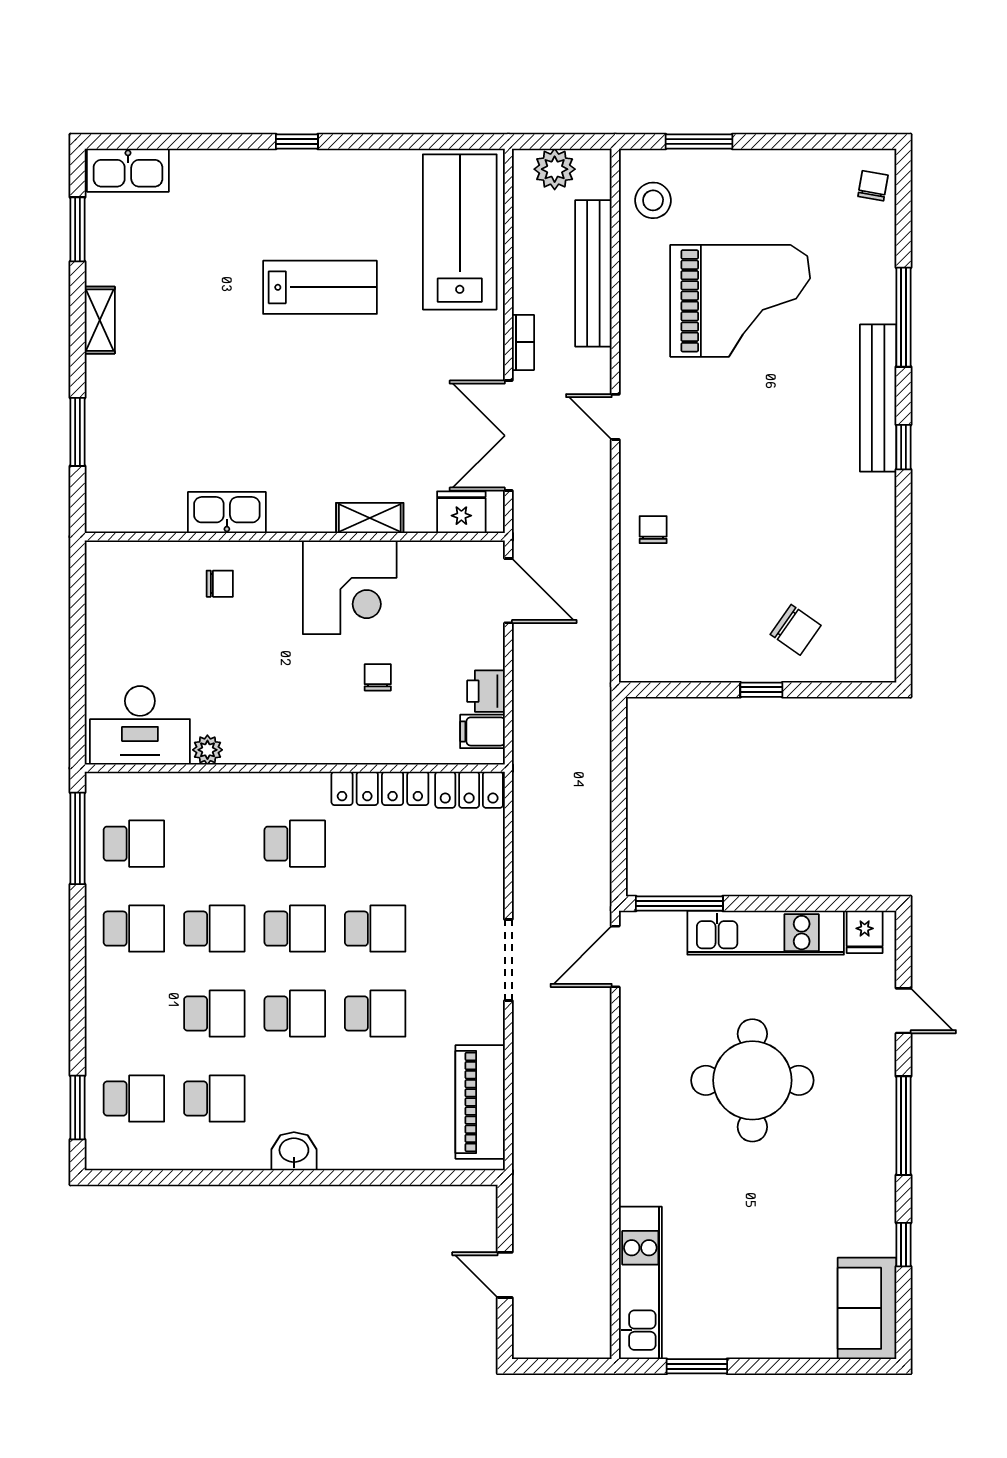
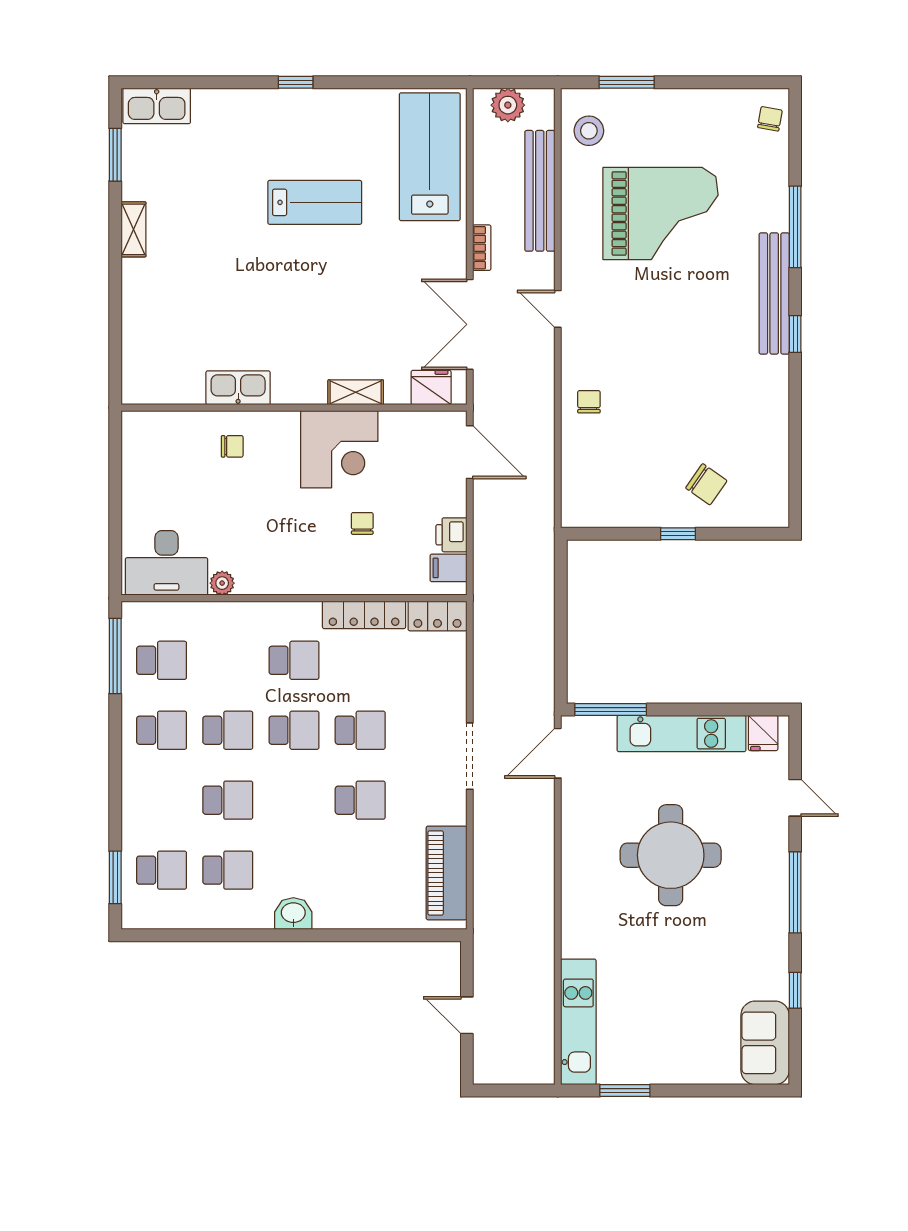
window: (78, 432) -> (115, 321), removed
school desk: (295, 1014) -> (294, 800), removed

